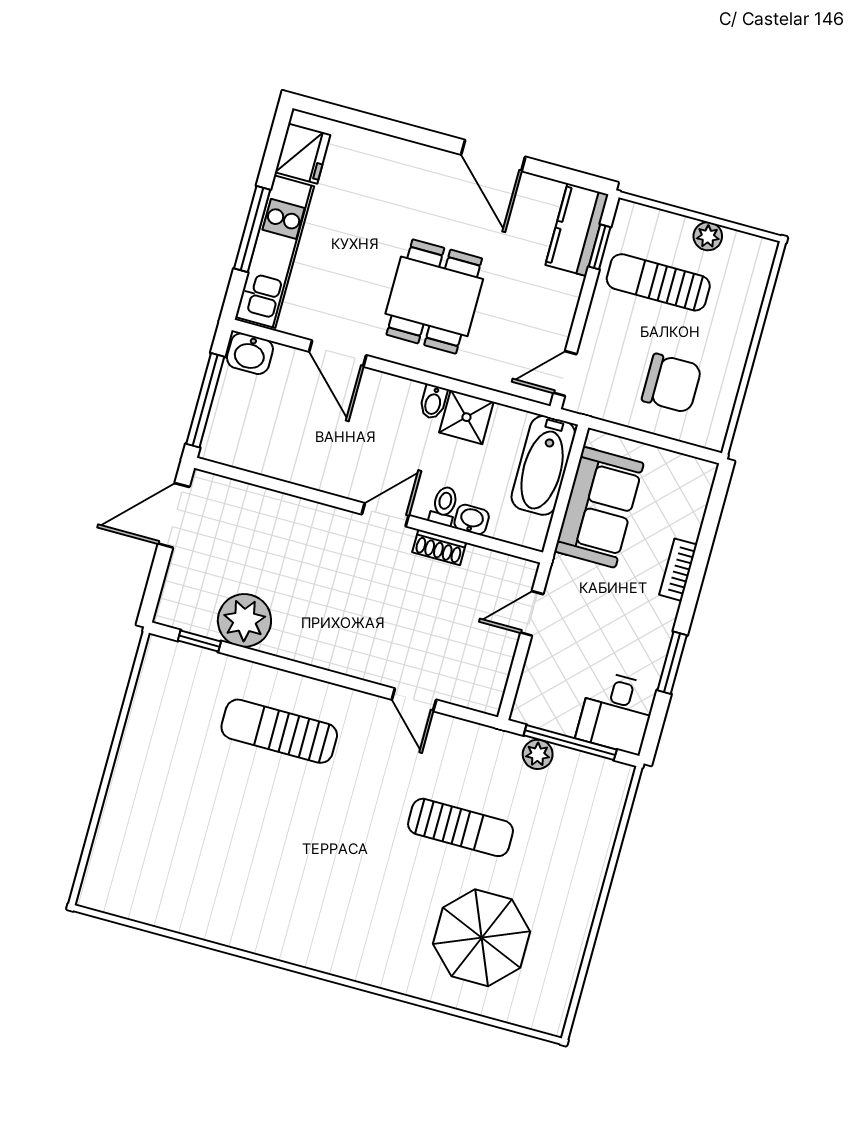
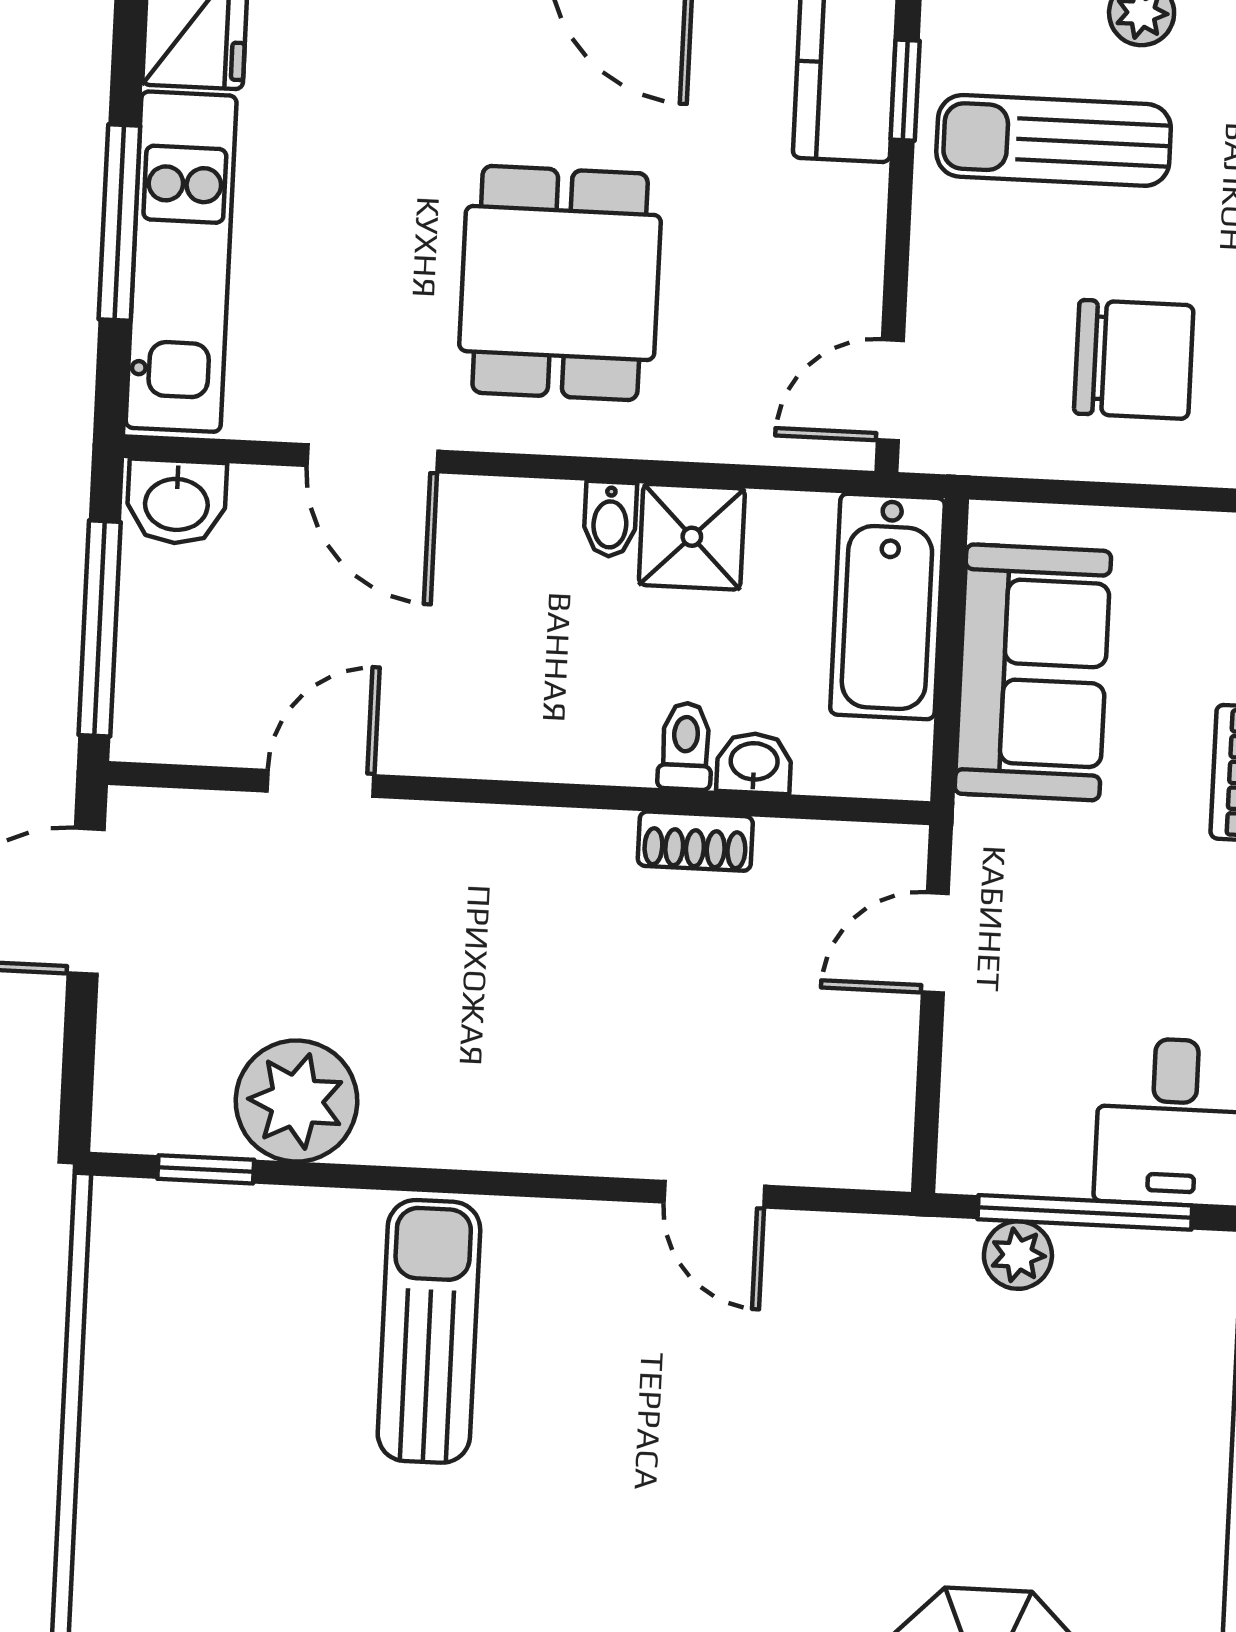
door: (385, 515) -> (321, 783), moved
sun lounger: (279, 731) -> (429, 1331), turned 90
sun lounger: (461, 827) -> (882, 1457), removed

